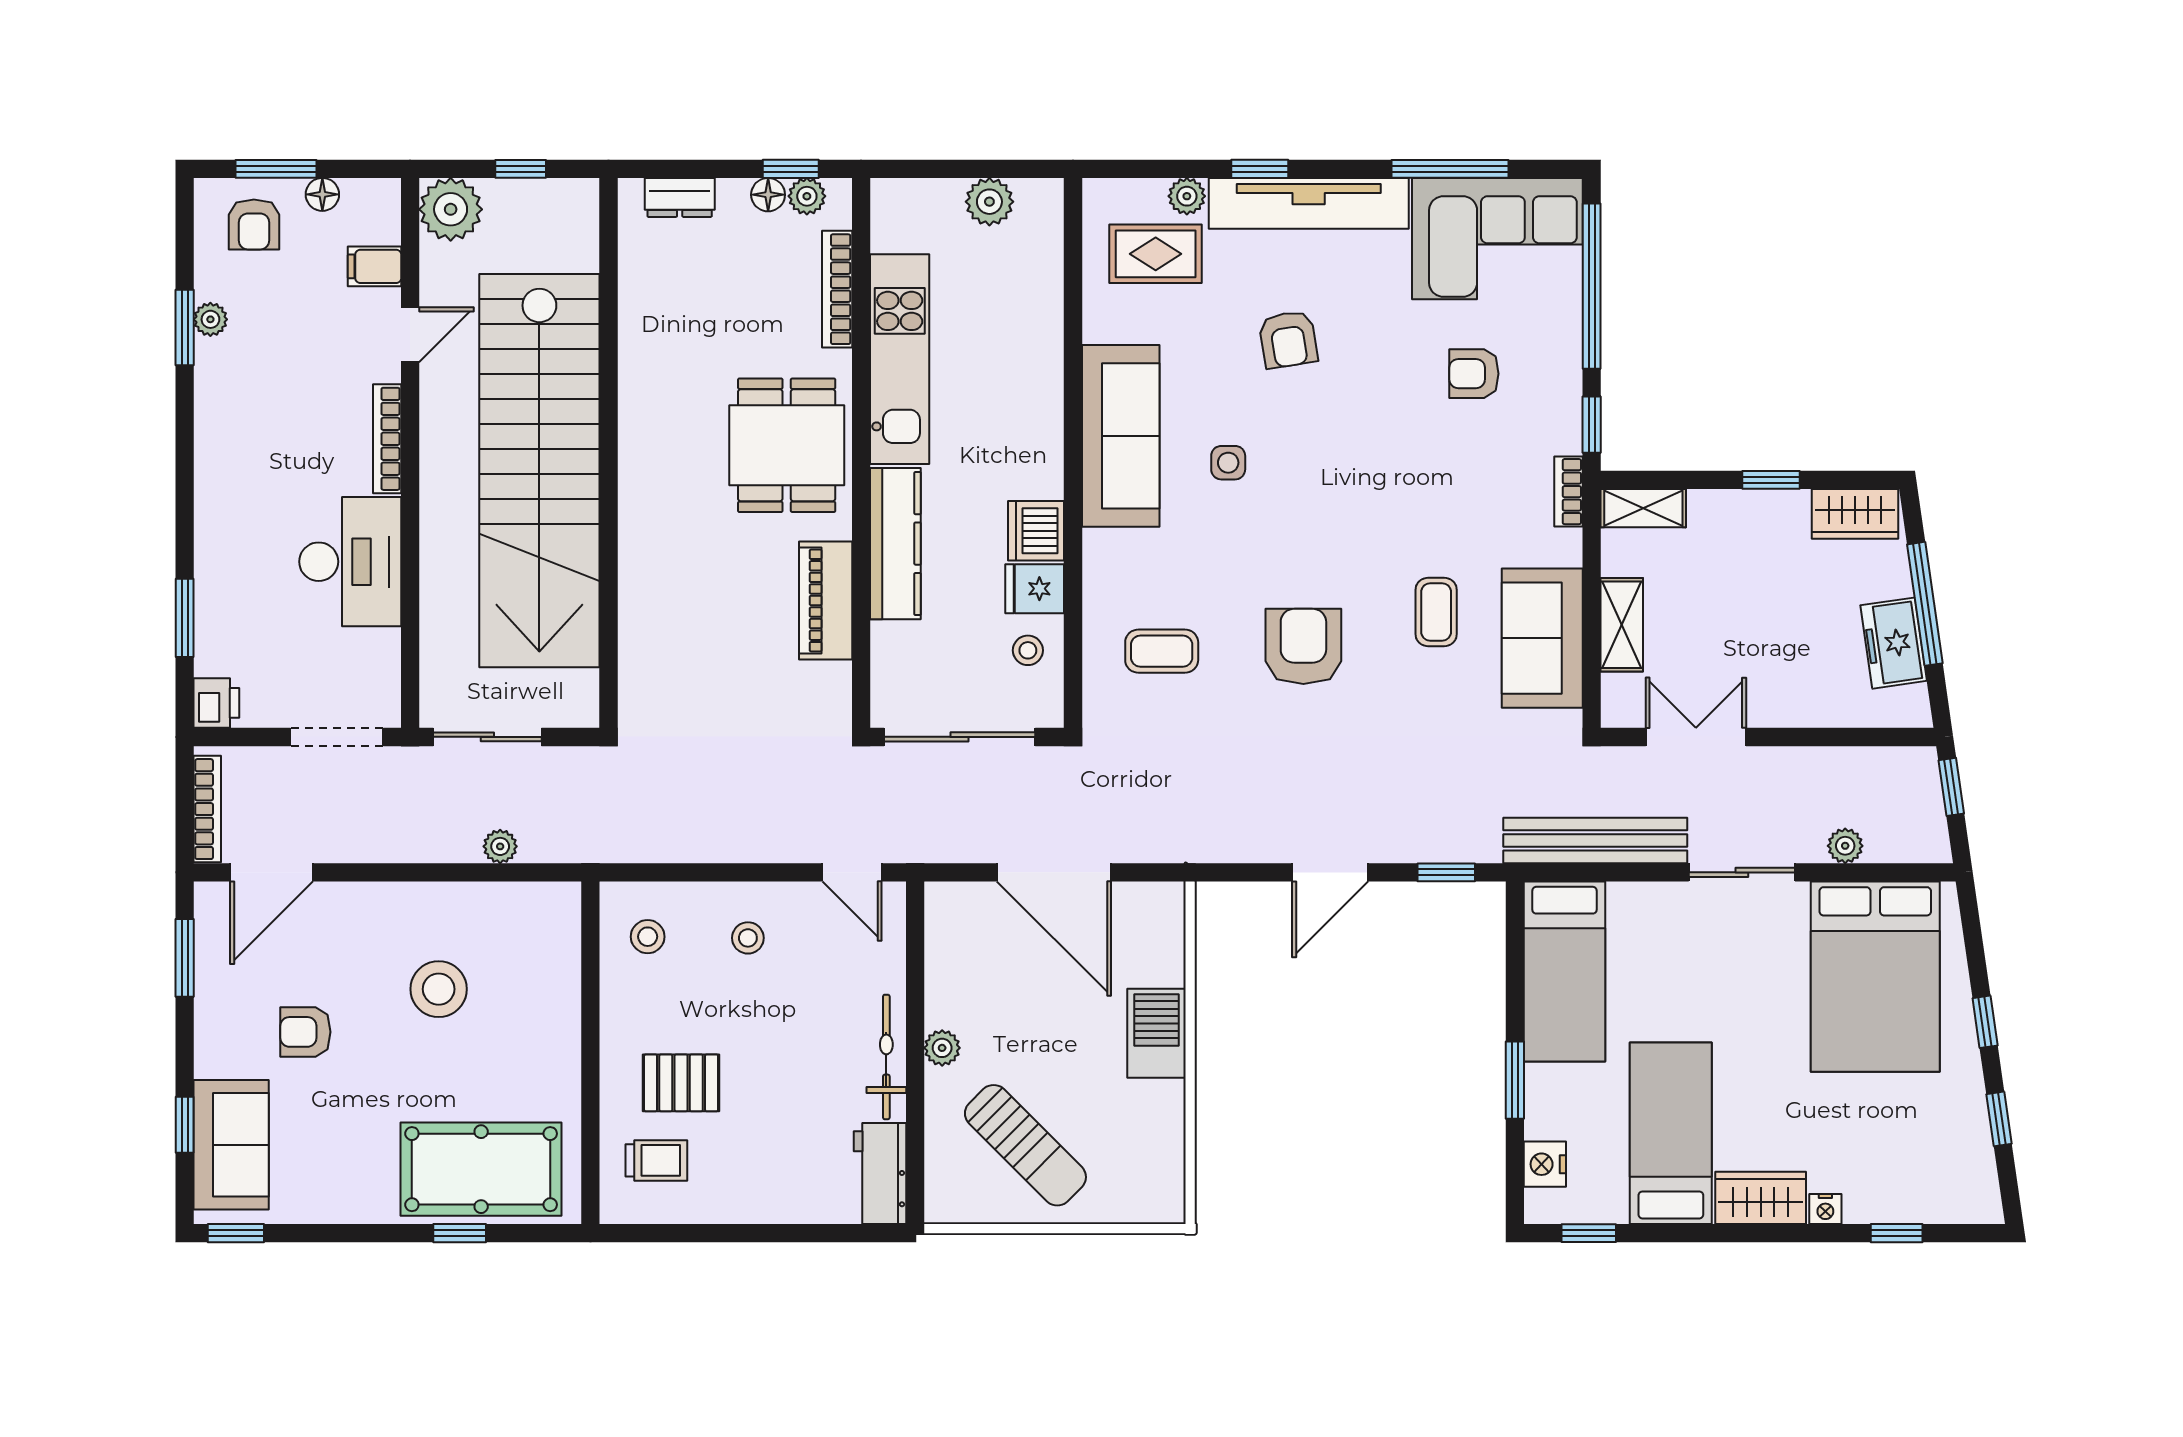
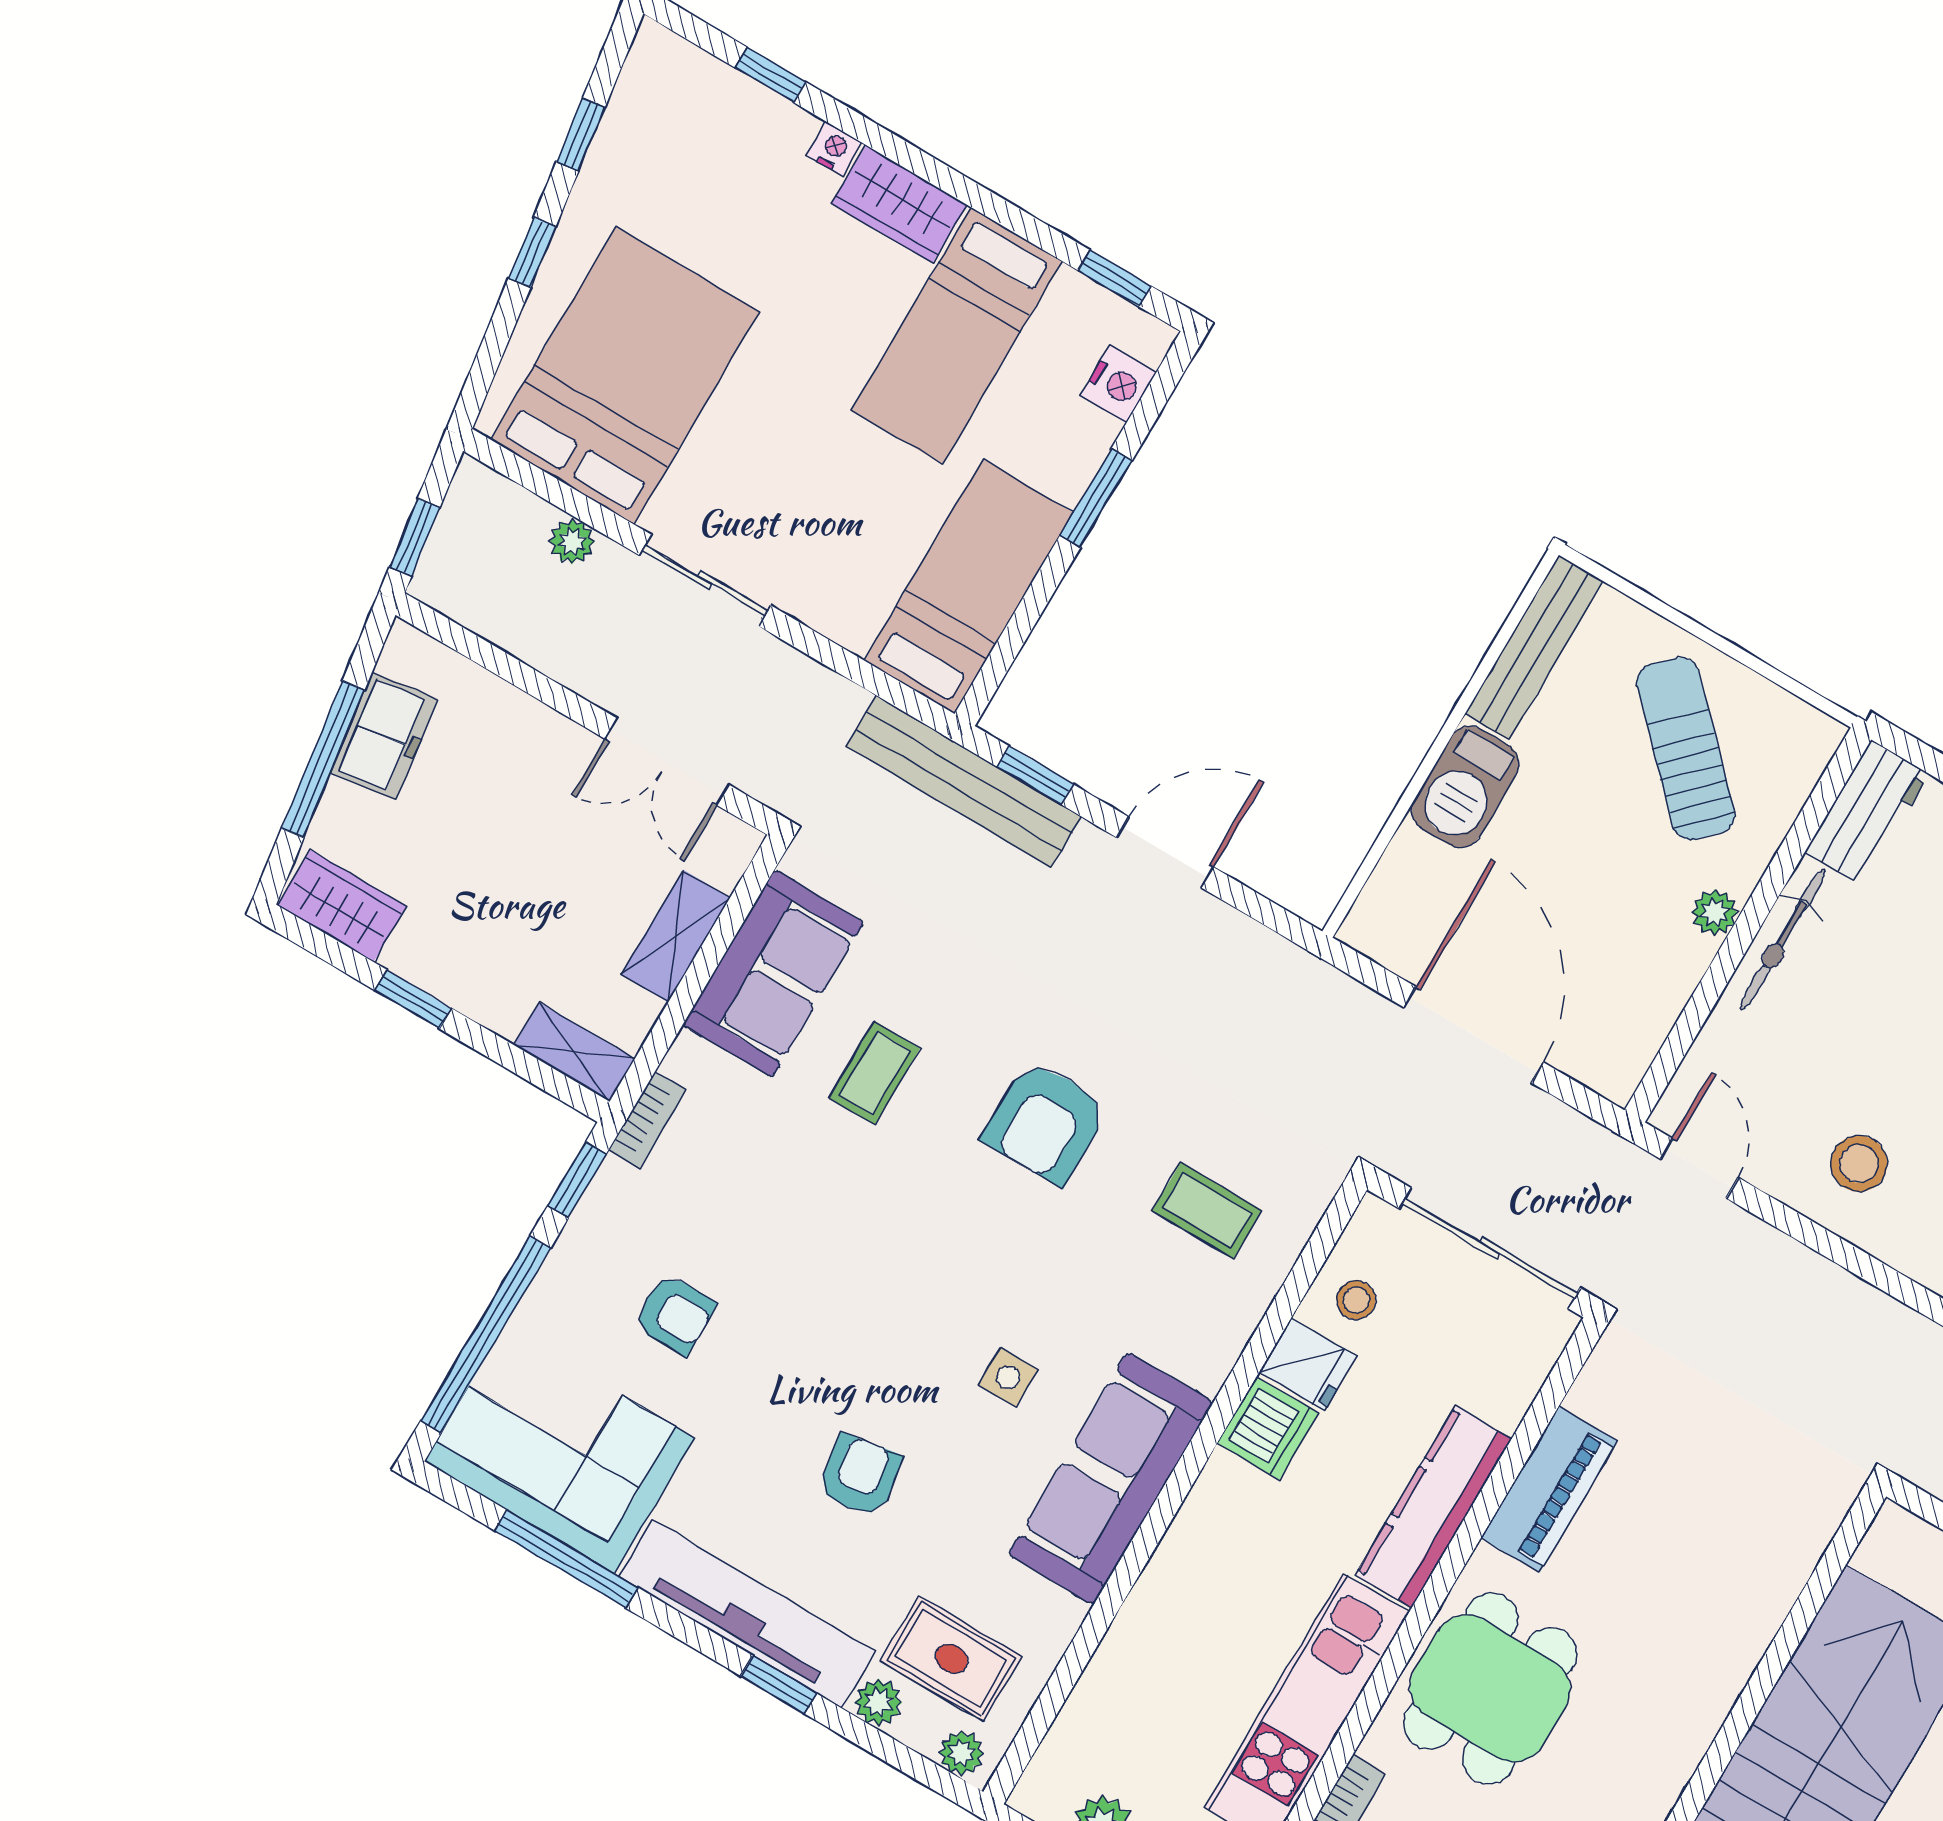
plant: (1112, 195) -> (961, 1753), added
bench: (1595, 840) -> (964, 781), moved
stool: (748, 938) -> (1859, 1164), width x1.37, depth x1.37
bench: (1166, 1153) -> (1534, 647), added

